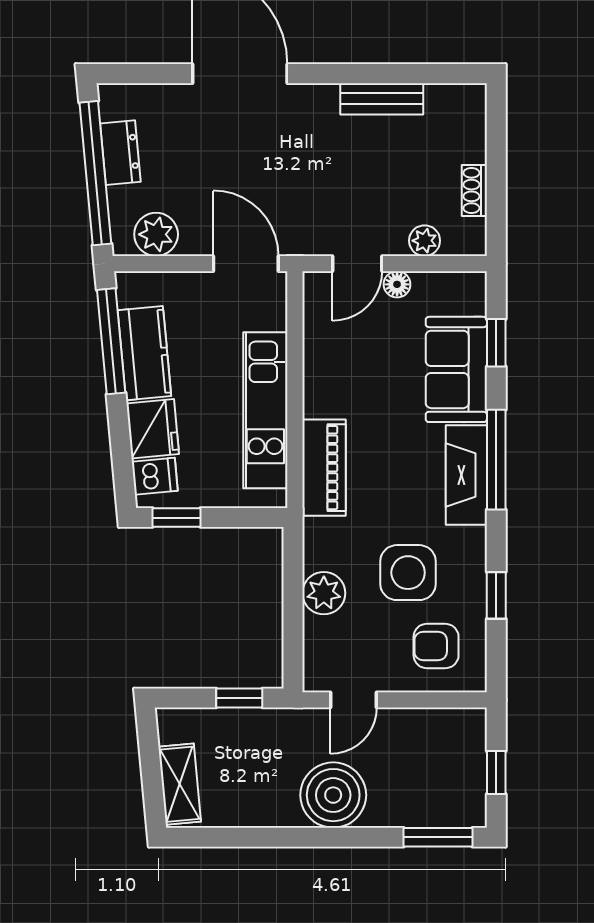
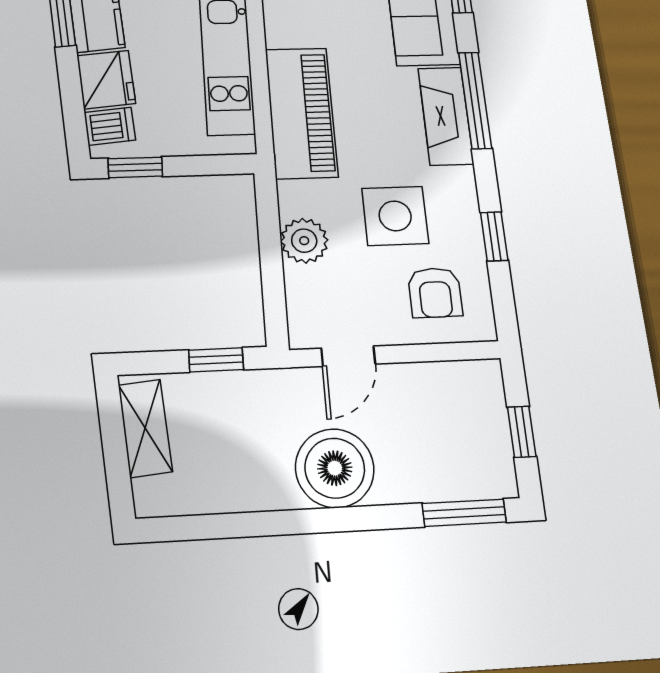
piano: (324, 468) -> (301, 112), width x1.37, depth x1.33
armchair: (436, 646) -> (435, 293), turned -90
shelving: (180, 784) -> (145, 428), moved

